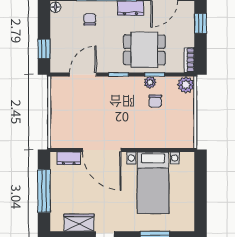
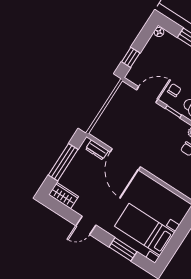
chair: (90, 19) -> (174, 90), moved
bed with nightstands: (153, 183) -> (145, 229), moved, turned 90
wardrobe: (79, 223) -> (64, 196), moved

